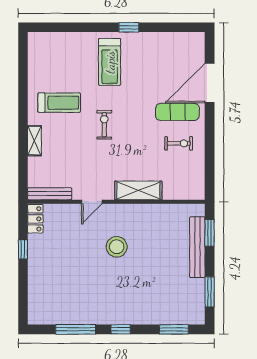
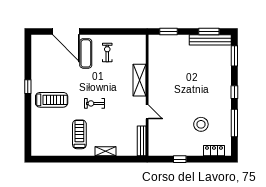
locker: (35, 219) -> (214, 151), moved
stool: (117, 247) -> (201, 124), moved
bench: (197, 247) -> (210, 40), moved

